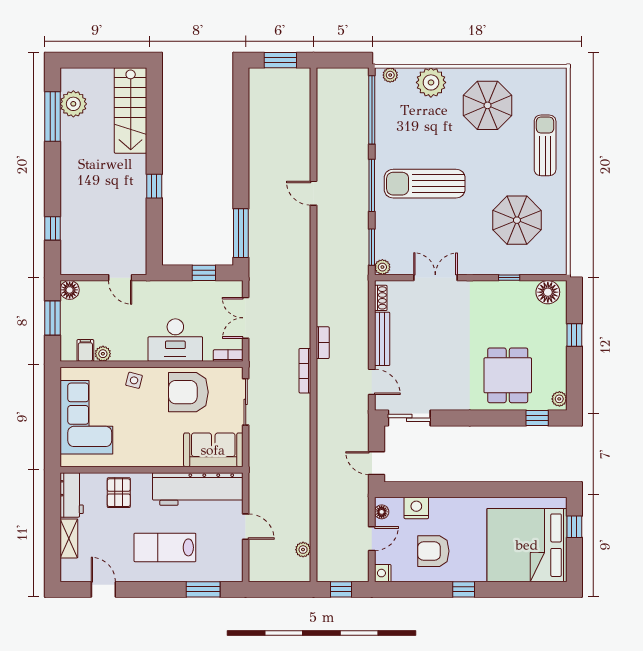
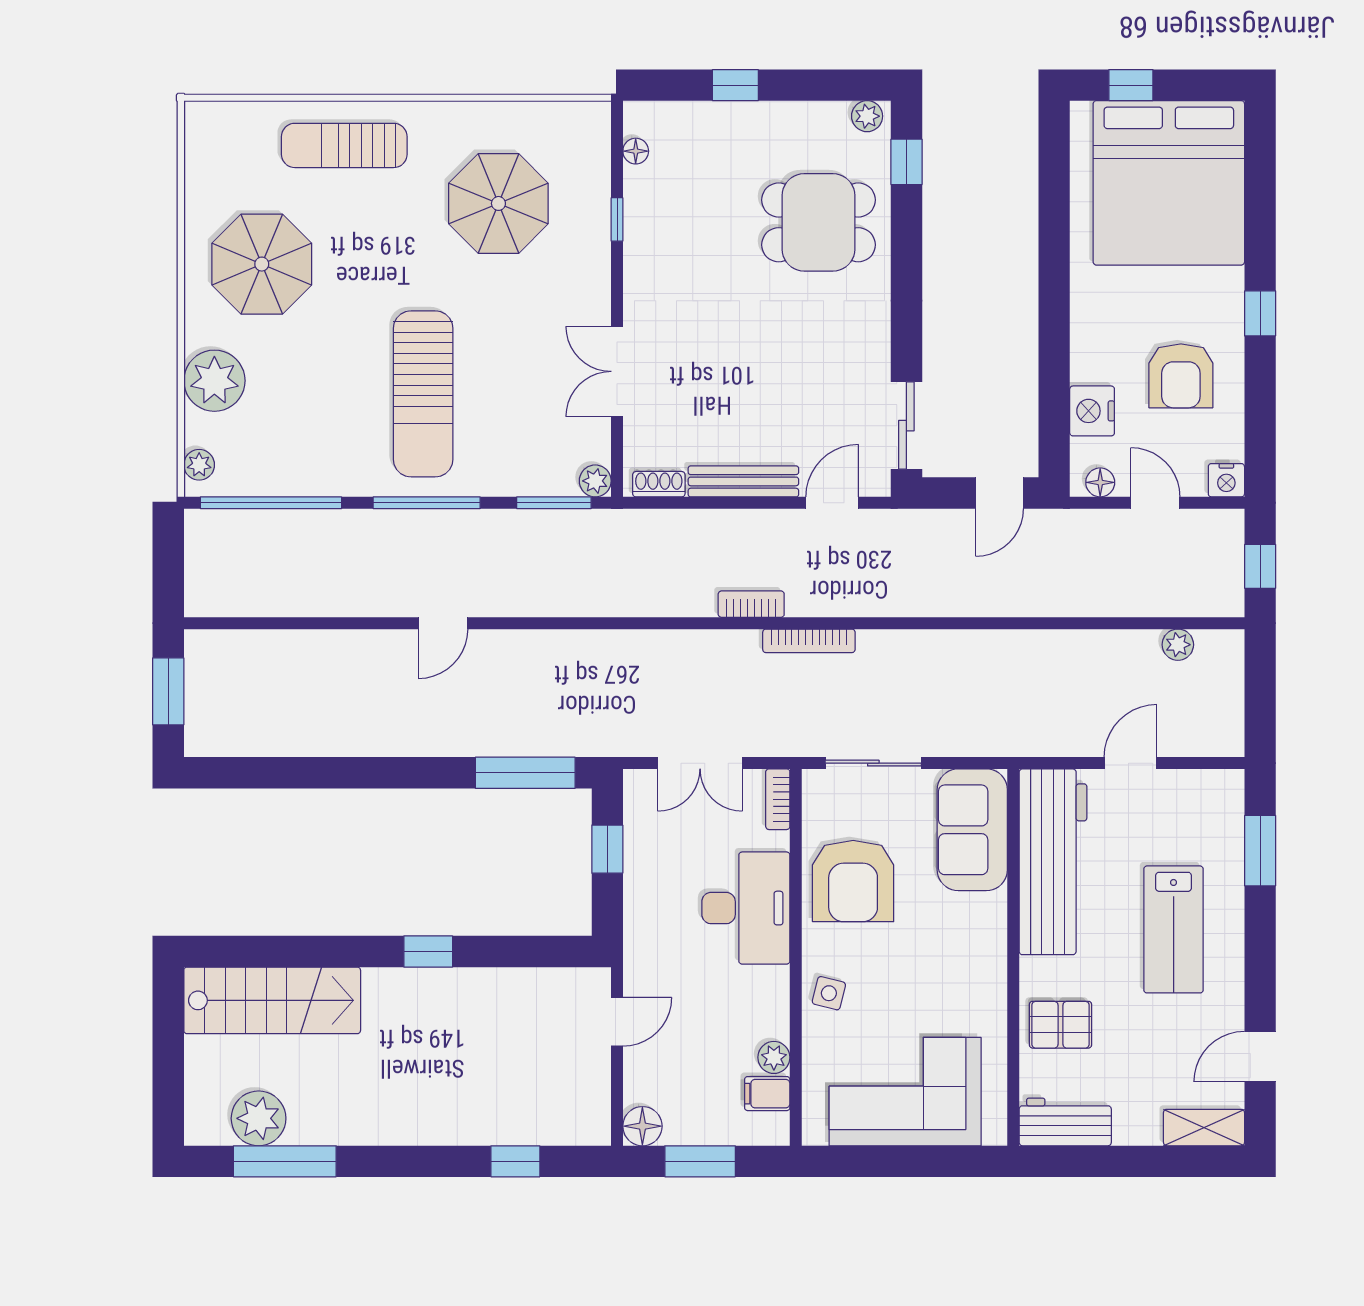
floor lamp: (548, 292) -> (636, 151), width x0.53, depth x0.53
shelving: (69, 538) -> (1204, 1128), moved

